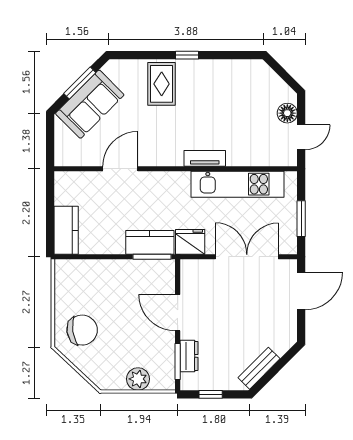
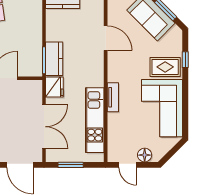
window: (187, 55) -> (185, 60), moved
corner sofa: (220, 88) -> (162, 108), added

